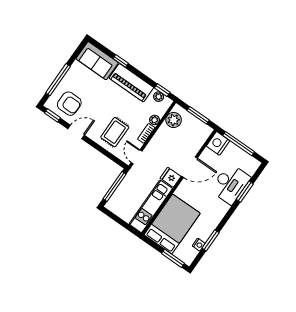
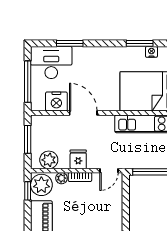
plant: (159, 97) -> (41, 185), width x1.88, depth x1.88
rug: (115, 132) -> (100, 208), removed
nightstand: (218, 143) -> (56, 102), moved
fridge: (171, 177) -> (78, 159), moved, turned 180
desk: (230, 184) -> (51, 63), moved

